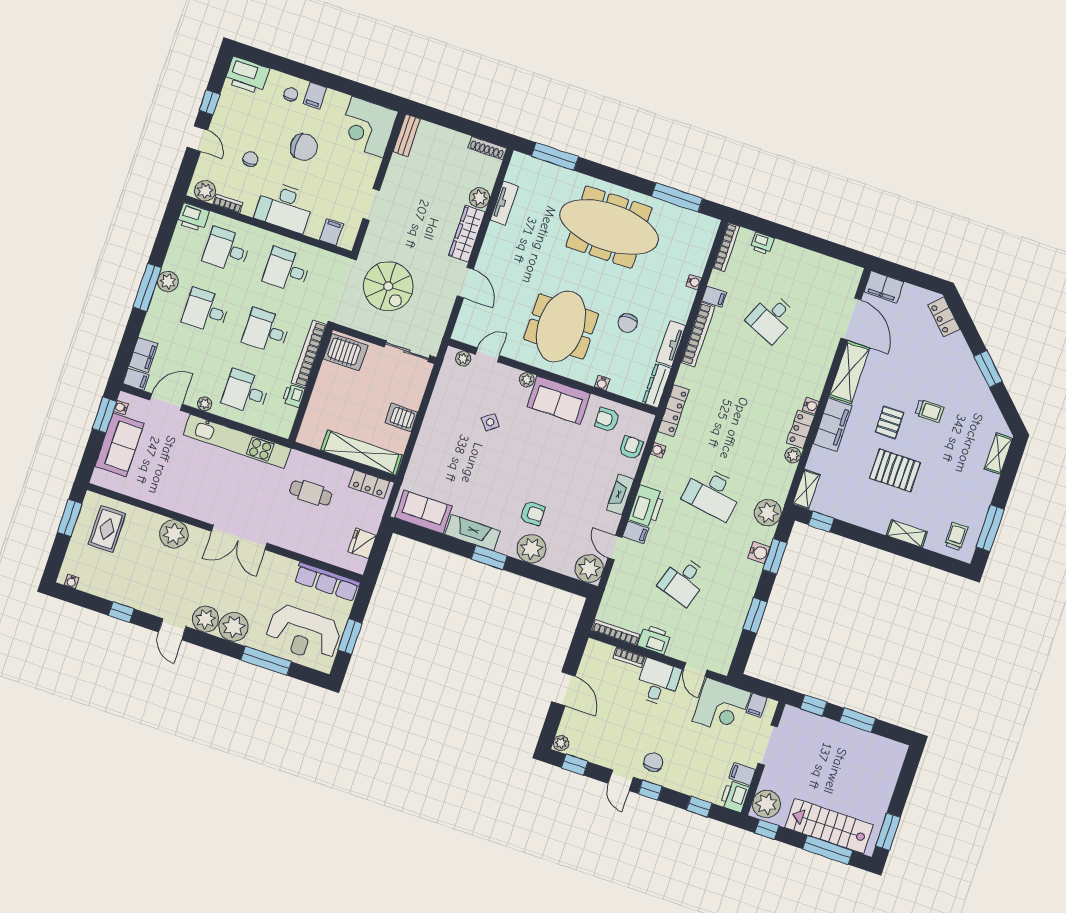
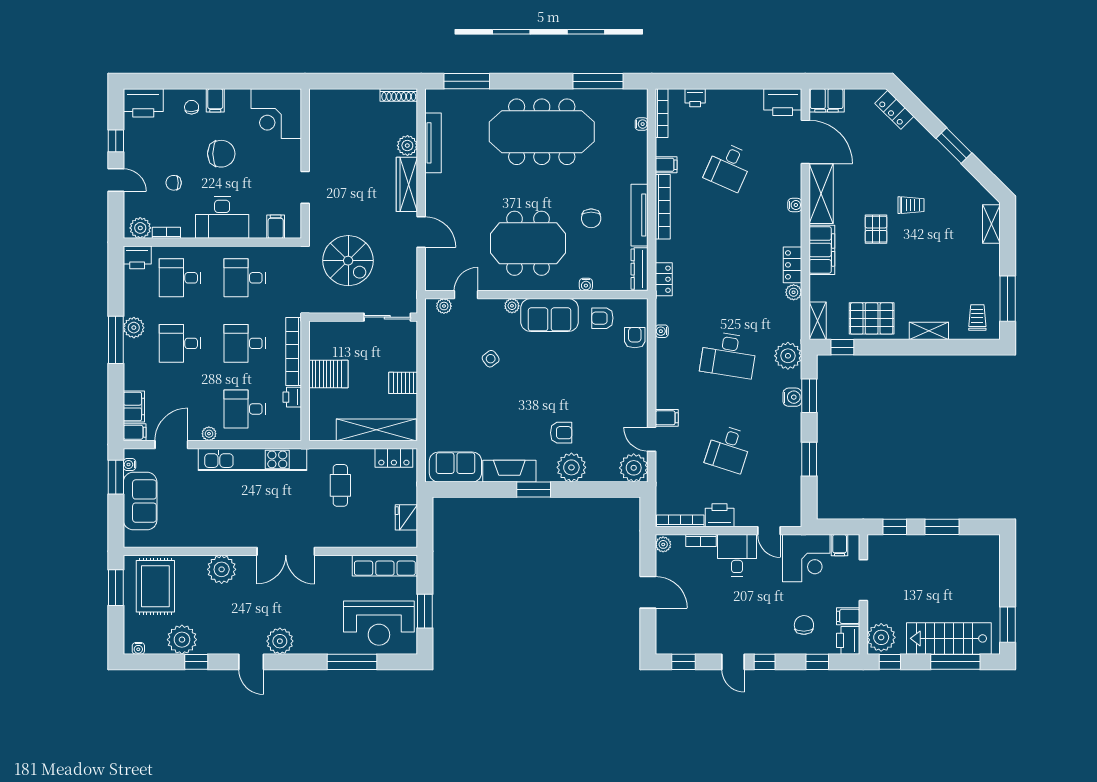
bench: (406, 135) -> (317, 109), removed
chair: (250, 159) -> (174, 183), turned -90
tv unit: (504, 203) -> (433, 143), width x1.41
water cooler: (694, 282) -> (642, 124), moved
meeting table: (561, 326) -> (528, 243), turned 90
tv unit: (671, 344) -> (639, 215), width x1.41
server rack: (346, 352) -> (328, 374), moved
water cooler: (811, 406) -> (795, 205), moved
locker: (674, 411) -> (664, 279), width x0.66
pallet: (895, 470) -> (872, 318), moved
cafe table: (311, 493) -> (340, 485), turned 90
fireplace: (620, 495) -> (640, 386), removed
printer: (647, 506) -> (783, 102), moved, turned 90
rug: (107, 529) -> (155, 586), width x1.36, depth x1.43
plant: (234, 627) -> (182, 640), moved
plant: (561, 743) -> (663, 544), moved
chair: (653, 762) -> (804, 625), moved

